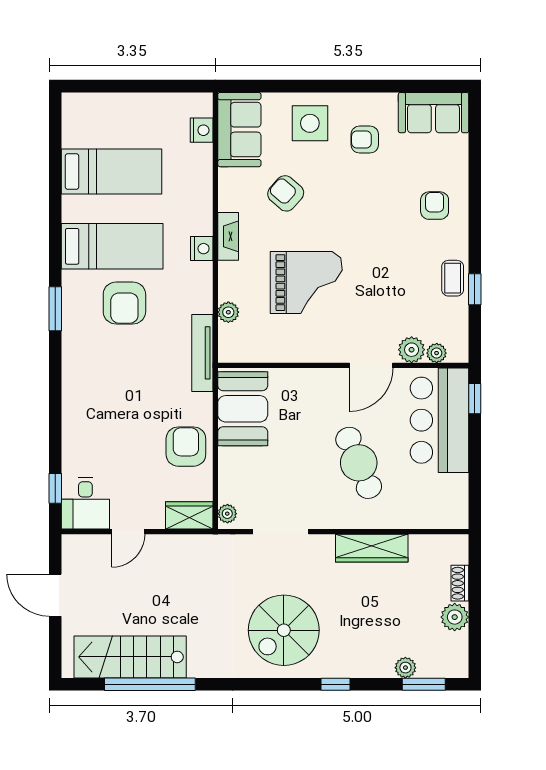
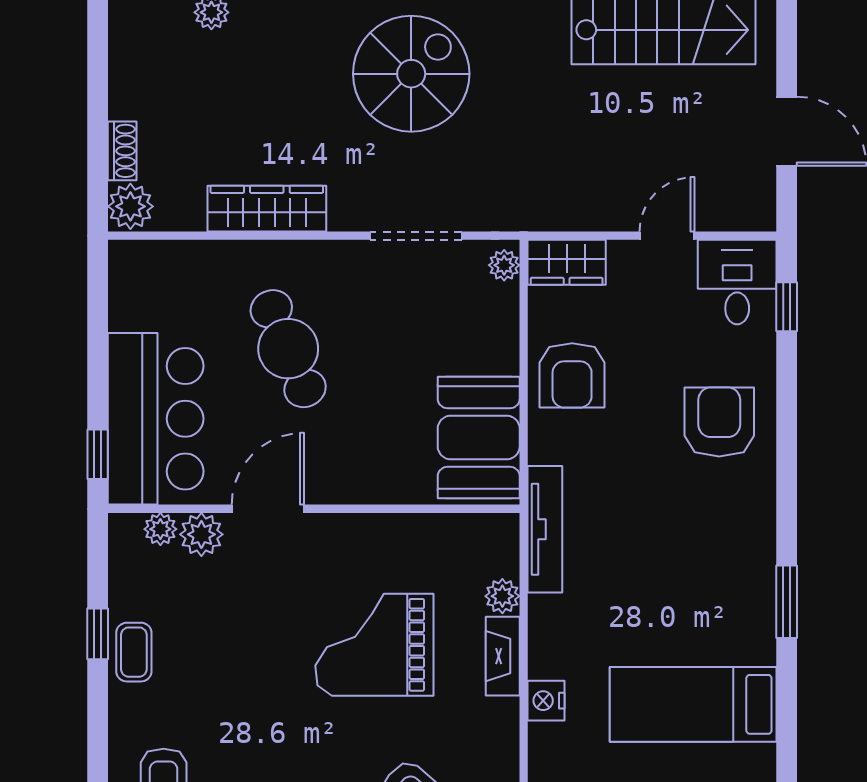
fireplace: (228, 236) -> (503, 656), moved
armchair: (124, 303) -> (719, 422), moved
plant: (455, 617) -> (130, 206), moved

